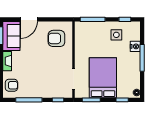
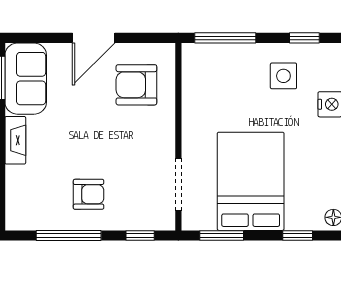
door: (29, 19) -> (94, 38), moved
armchair: (11, 85) -> (89, 194), moved

